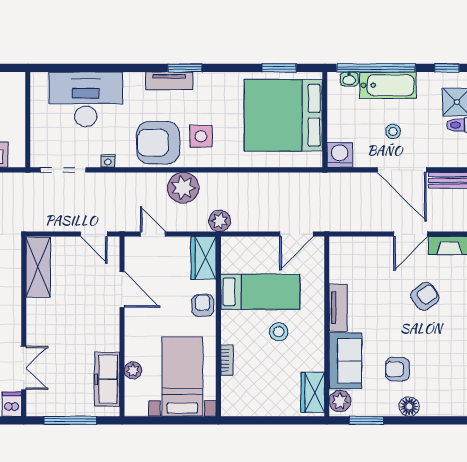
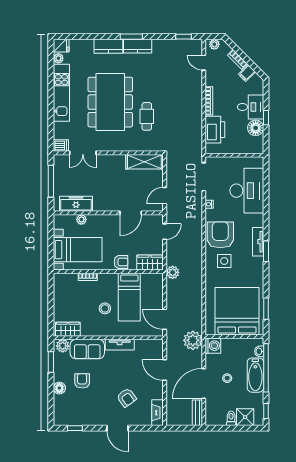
plant: (183, 188) -> (193, 340), moved
door: (411, 234) -> (165, 370), moved

